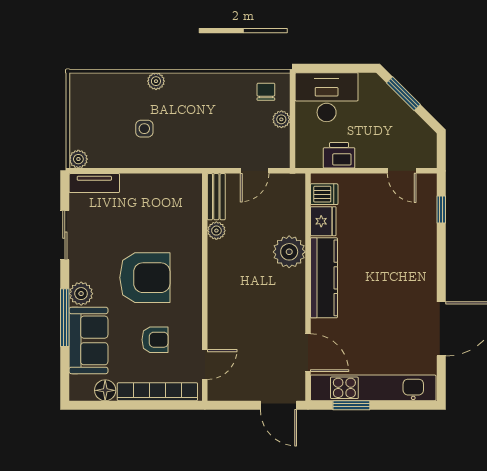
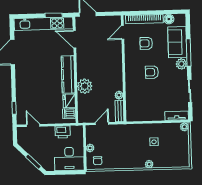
armchair: (145, 278) -> (152, 72), width x0.53, depth x0.53

